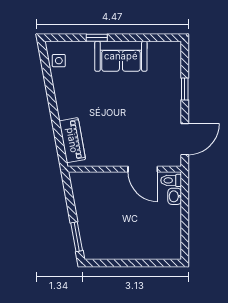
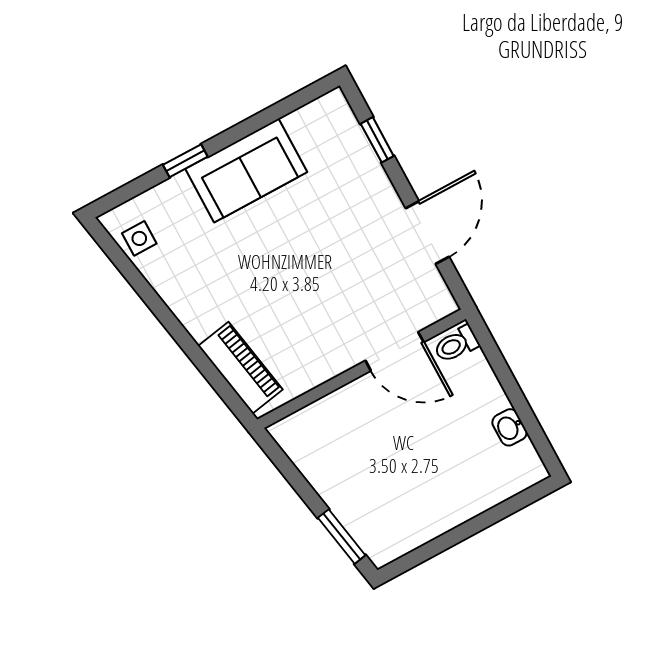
window: (185, 89) -> (377, 140), moved
door: (185, 139) -> (427, 232), moved
washbasin: (175, 196) -> (509, 427), moved

